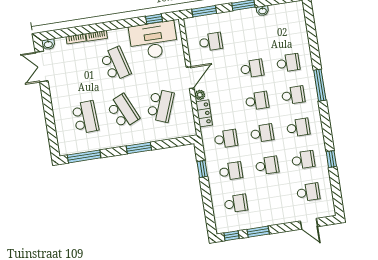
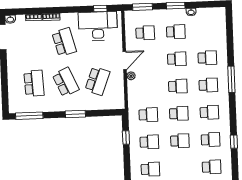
school desk: (247, 36) -> (176, 32), added
locker: (204, 113) -> (133, 92), removed

